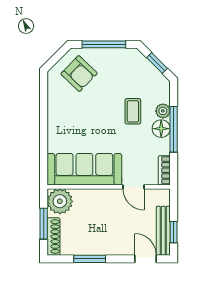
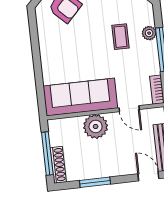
floor lamp: (161, 129) -> (149, 50), removed
plant: (60, 201) -> (96, 126), moved
window: (44, 224) -> (47, 153), width x1.44

